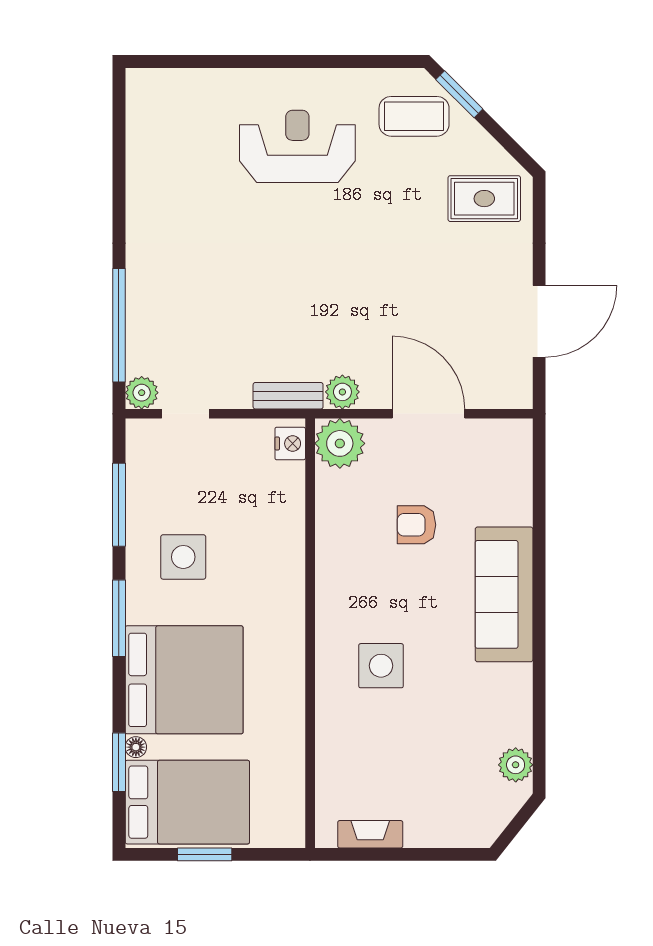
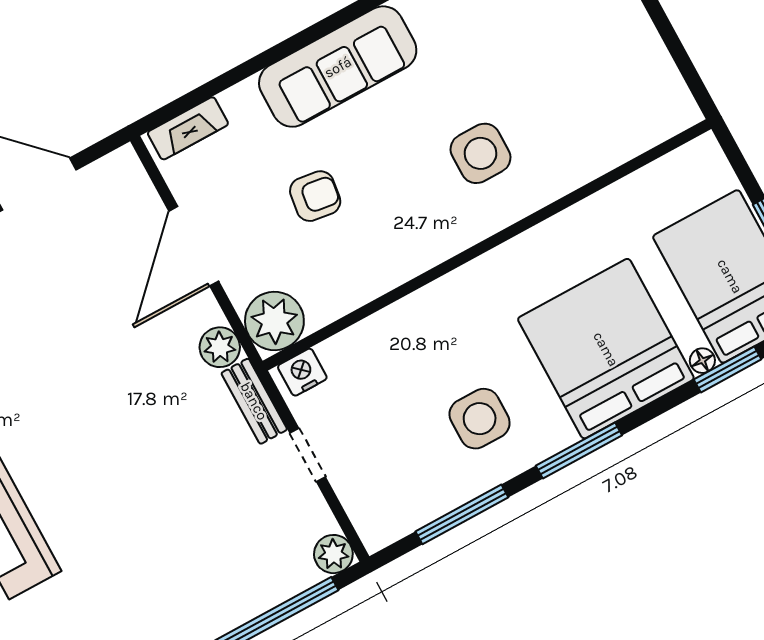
doorway: (185, 414) -> (308, 455), moved
armchair: (416, 525) -> (315, 196), turned -82
fireplace: (370, 834) -> (188, 128), moved, turned -90

